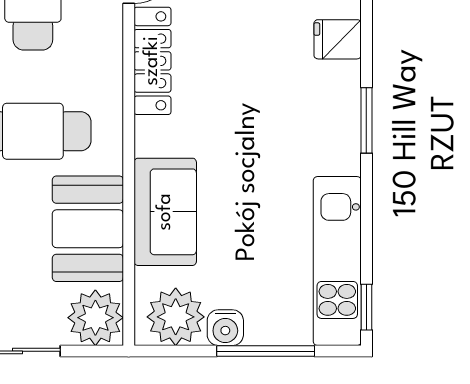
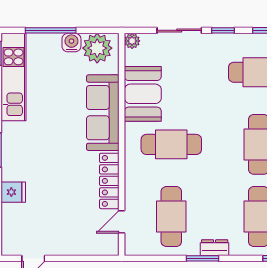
sofa: (165, 212) -> (103, 113), width x1.36
plant: (95, 318) -> (132, 41), width x0.53, depth x0.53

